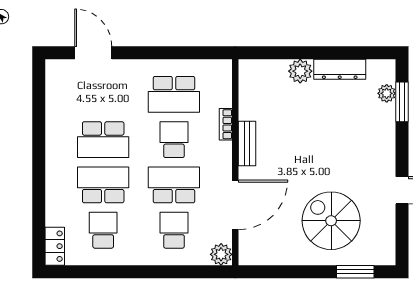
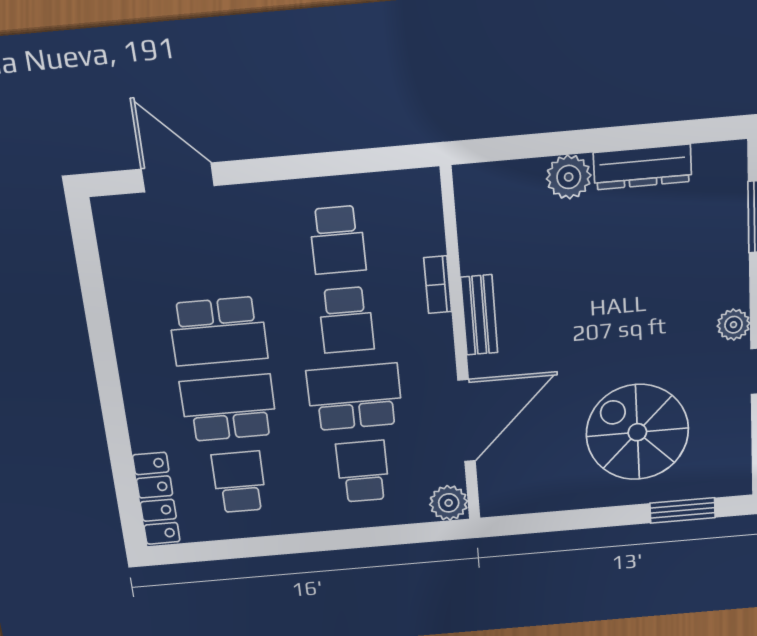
plant: (387, 93) -> (734, 325), moved
school desk: (174, 94) -> (337, 240), width x0.54
school desk: (174, 140) -> (346, 320), turned 180
locker: (55, 246) -> (156, 499), width x1.53

